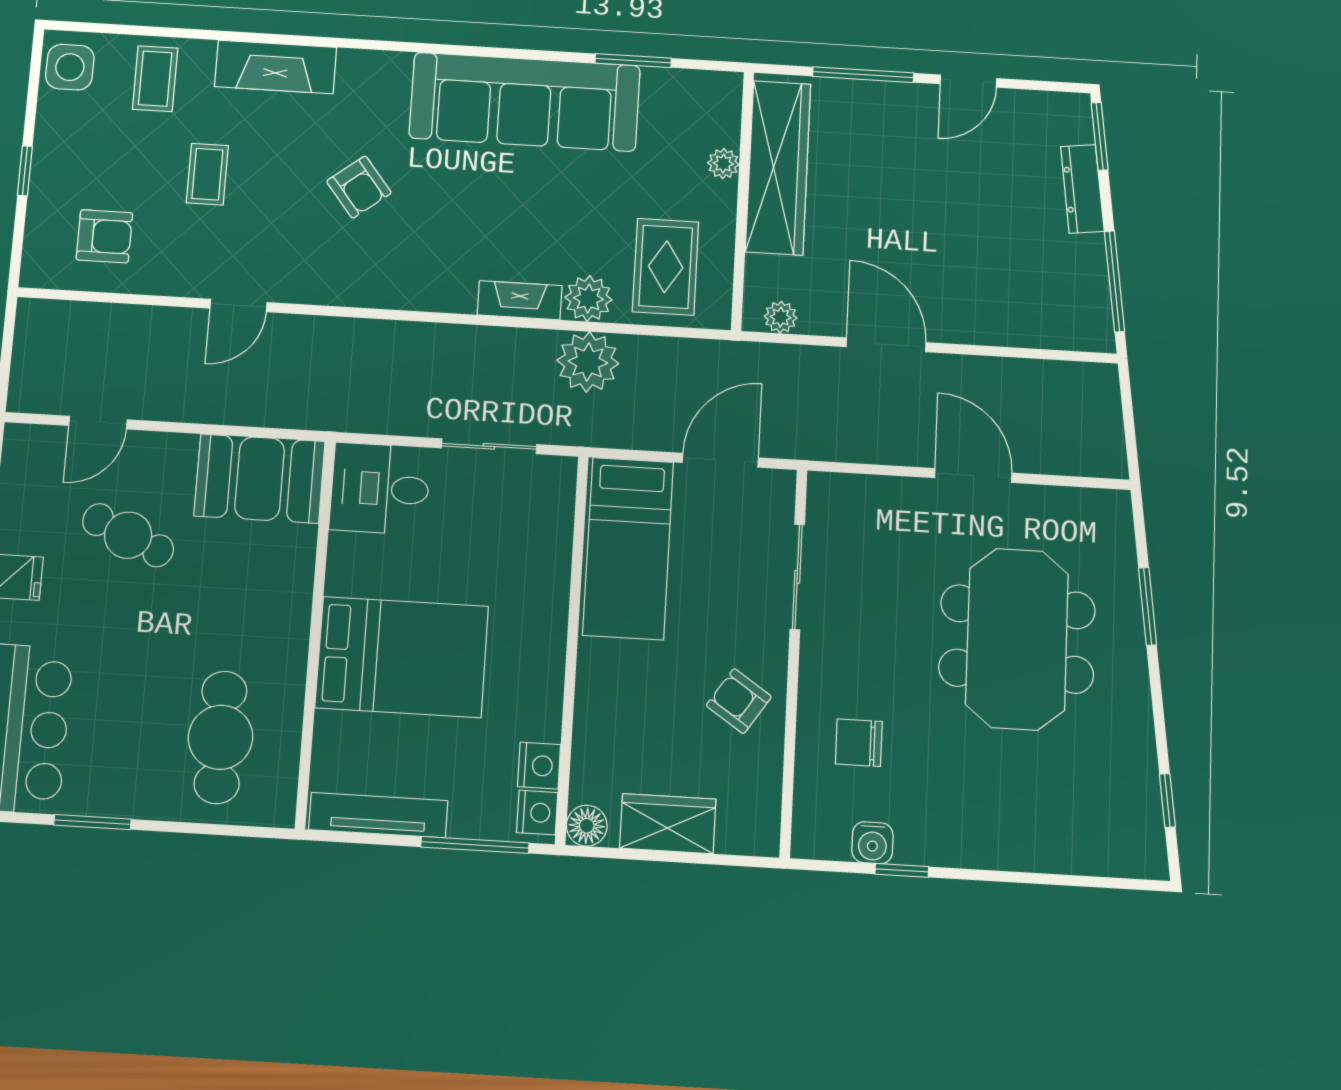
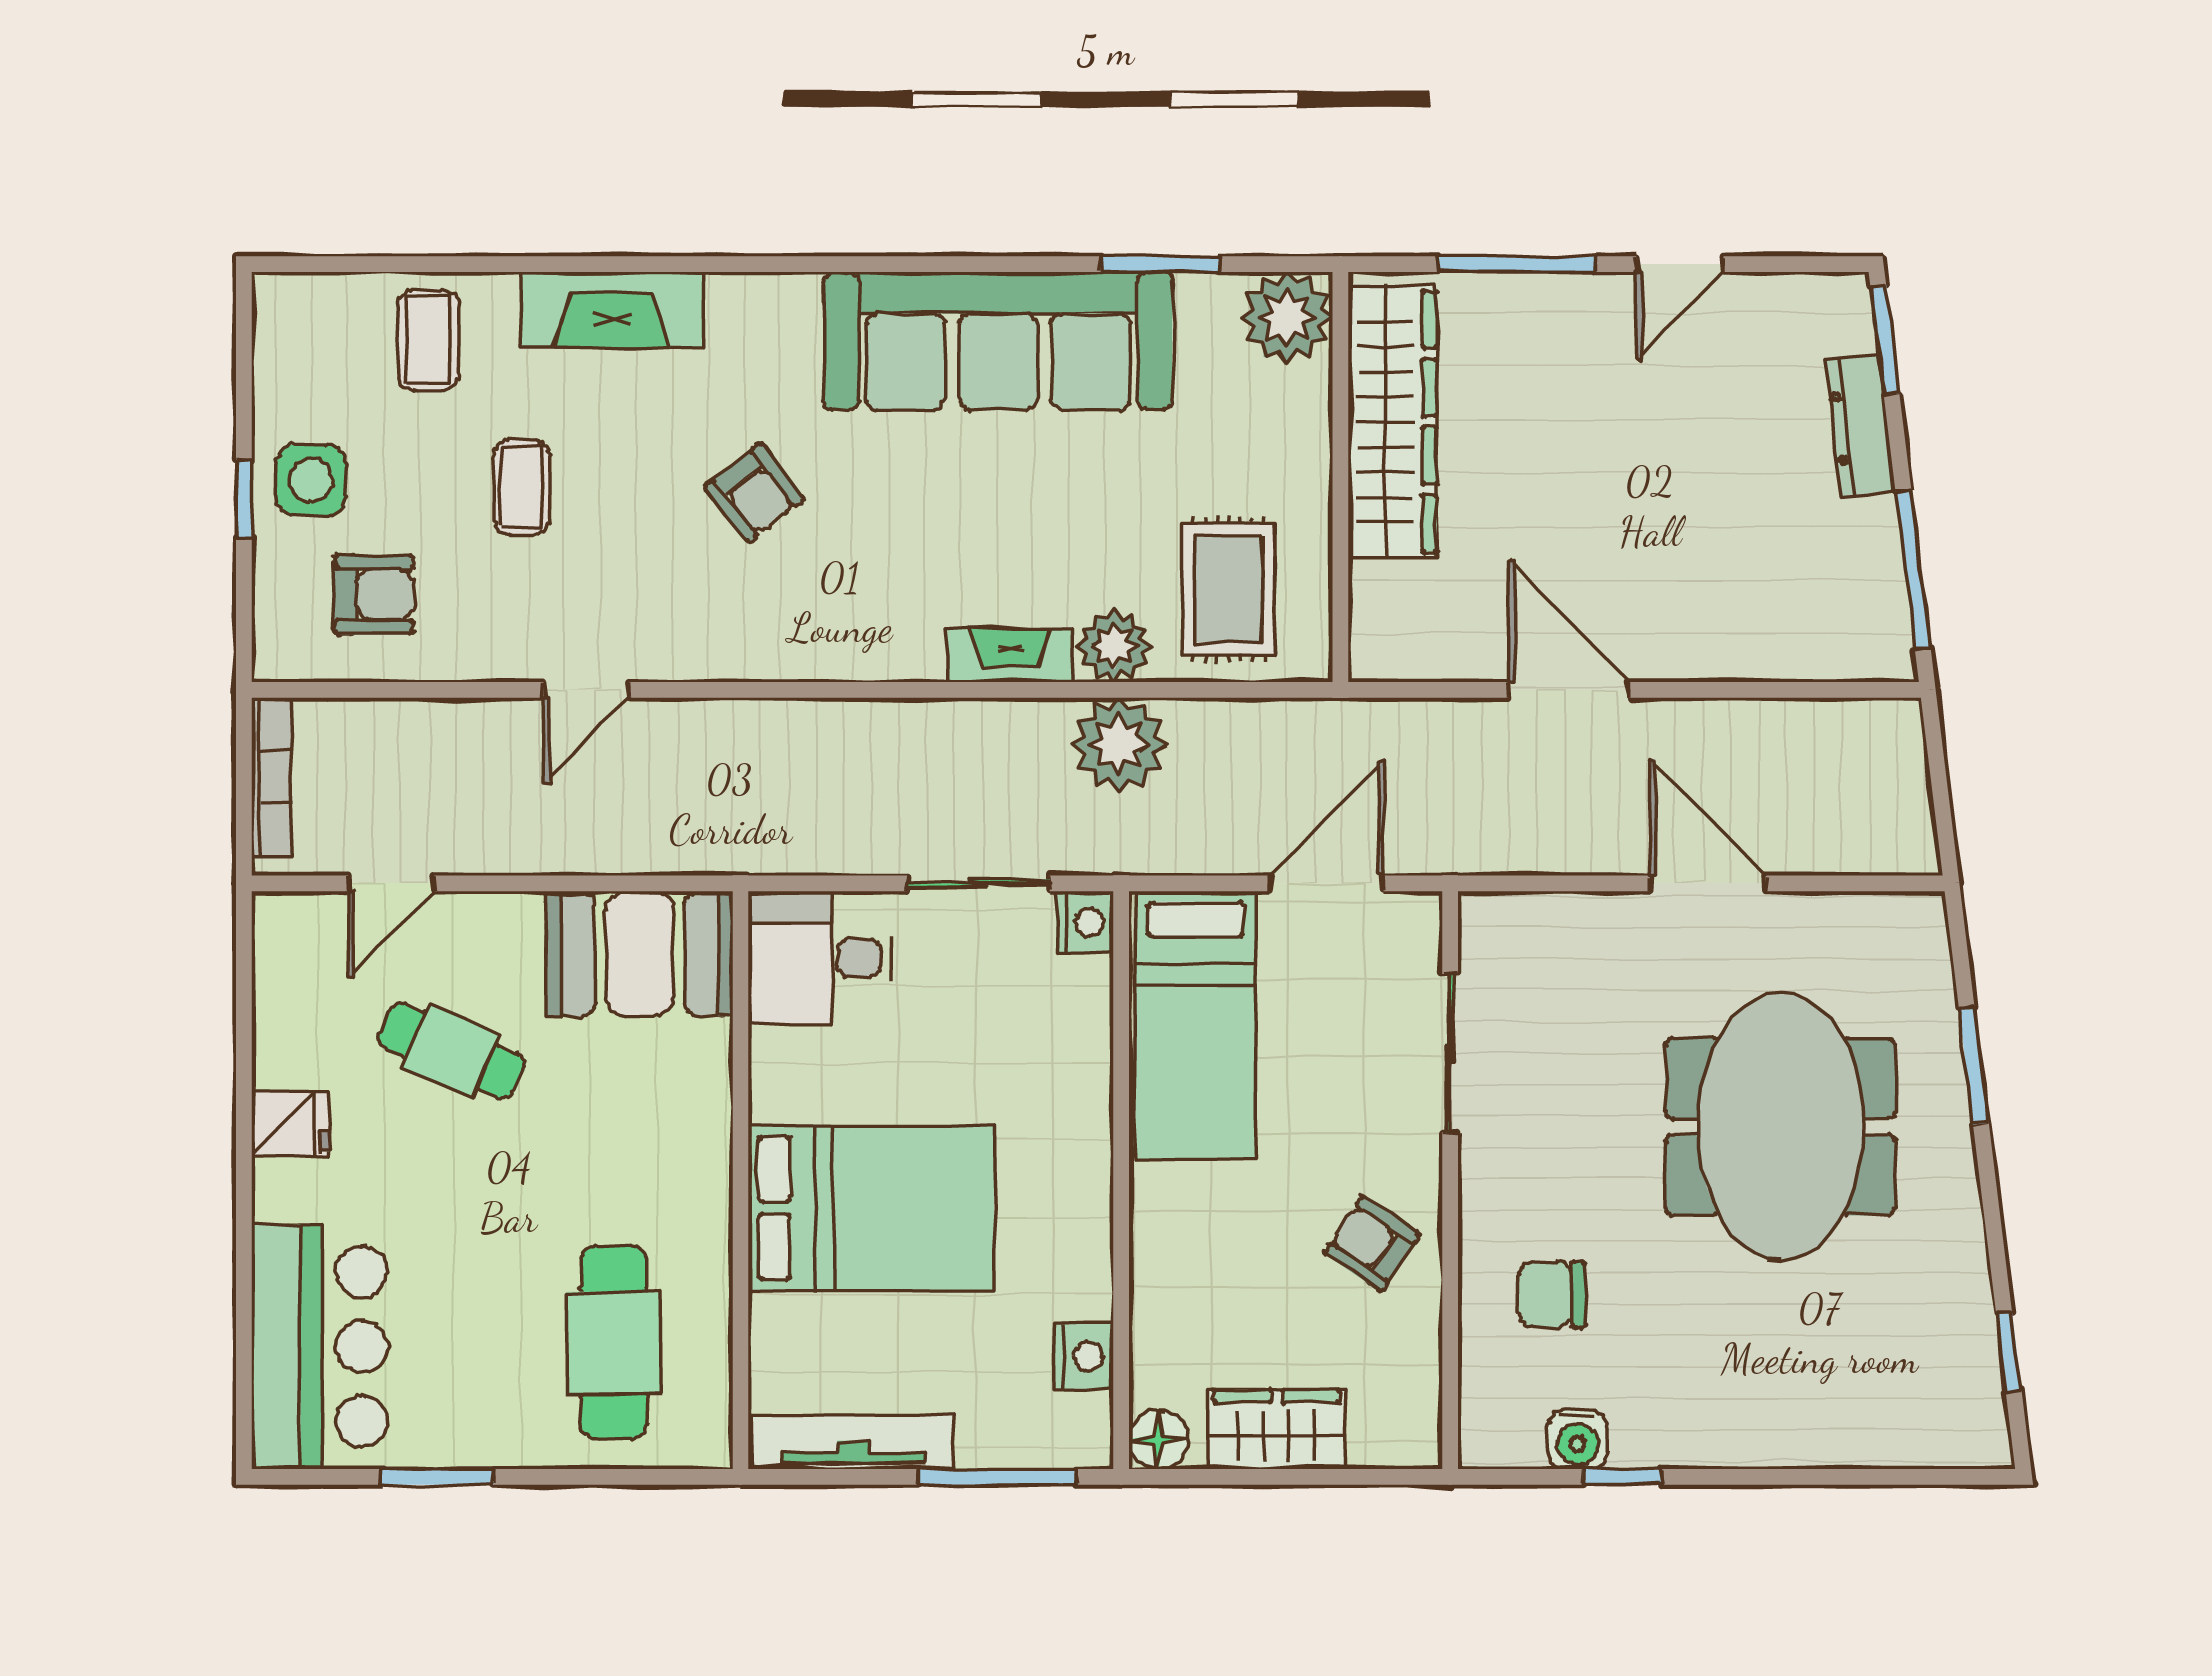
side table: (70, 67) -> (311, 480), moved
plant: (723, 164) -> (1287, 318), moved, width x1.88, depth x1.88
plant: (781, 317) -> (1407, 657), removed
bookcase: (25, 349) -> (272, 777), added
nightstand: (537, 813) -> (1085, 922), moved

